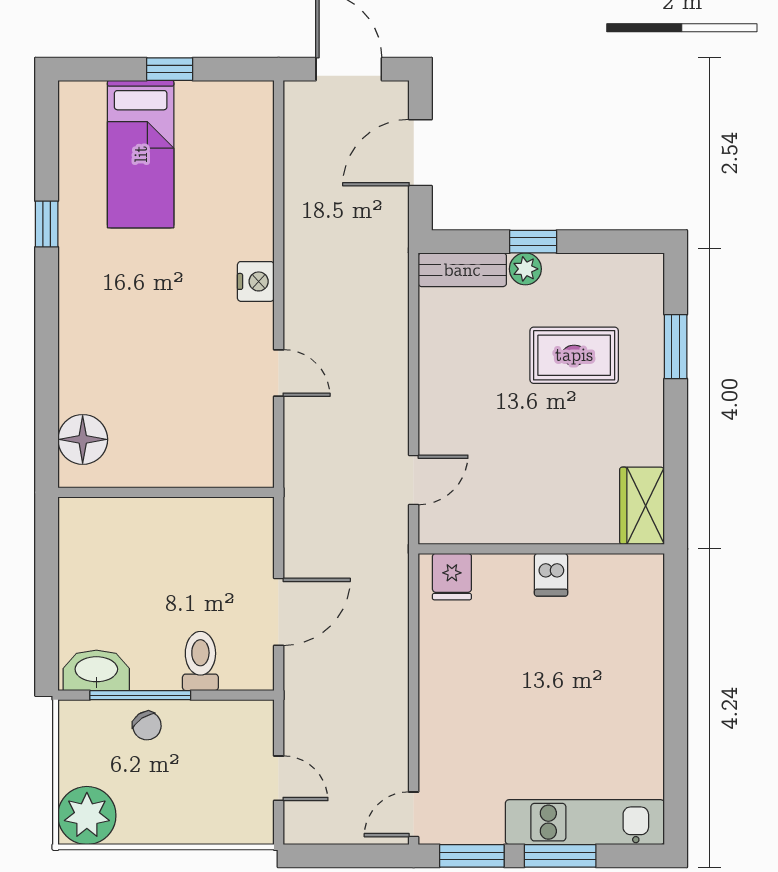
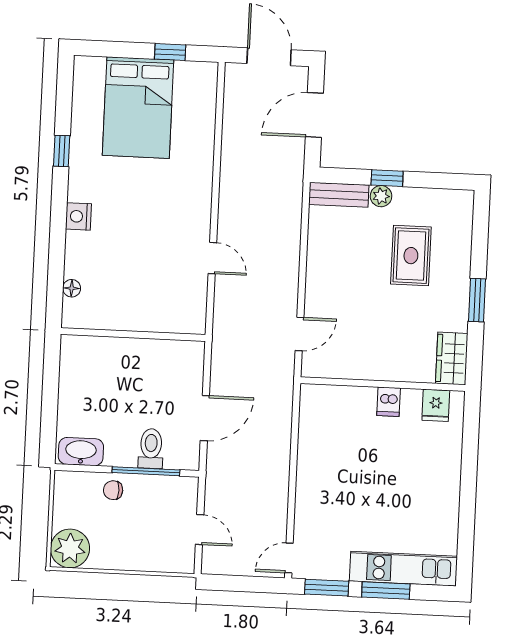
window: (170, 69) -> (170, 52), moved
bed: (141, 154) -> (138, 108), width x1.50
nightstand: (256, 281) -> (78, 216), moved, turned 180
window: (676, 347) -> (477, 300), moved
rug: (574, 355) -> (411, 256), turned 90
floor lamp: (83, 439) -> (72, 288), width x0.53, depth x0.53
fridge: (452, 577) -> (436, 405), moved
window: (140, 695) -> (146, 471), moved
chair: (147, 726) -> (113, 490), turned 124

